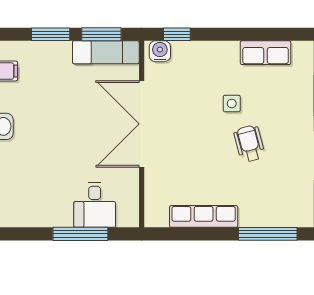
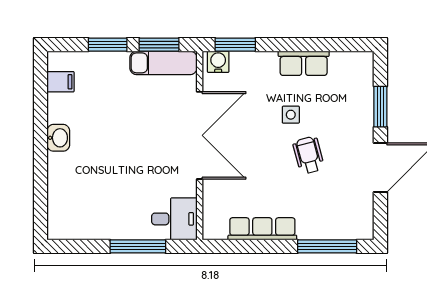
window: (177, 34) -> (235, 45), width x1.50
row of seats: (266, 53) -> (304, 63), moved
double door: (142, 124) -> (200, 135), swing flipped
desk: (95, 205) -> (174, 219), moved, turned -90

